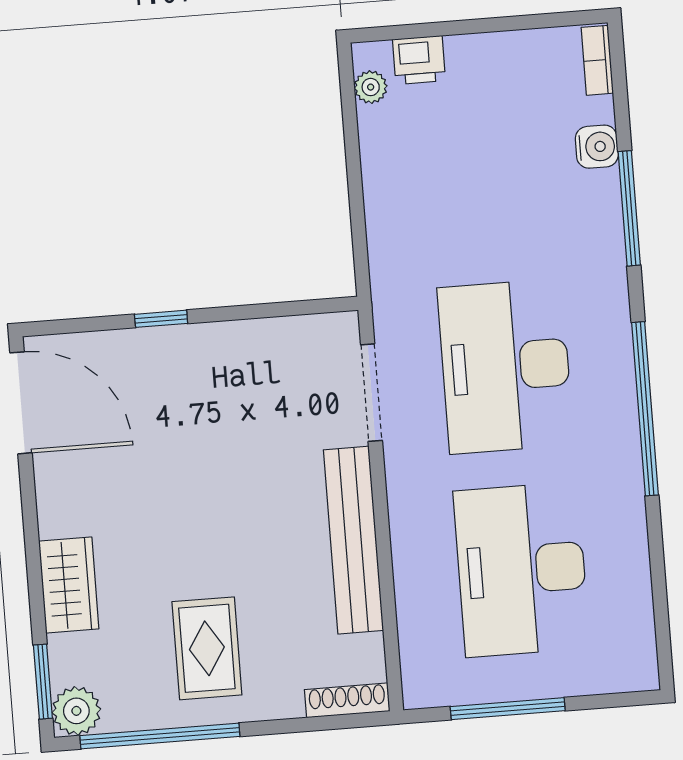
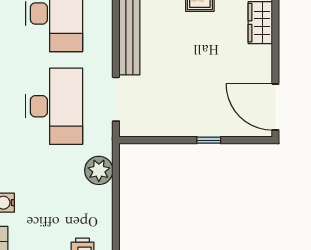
plant: (371, 87) -> (99, 170), moved, width x1.88, depth x1.88

